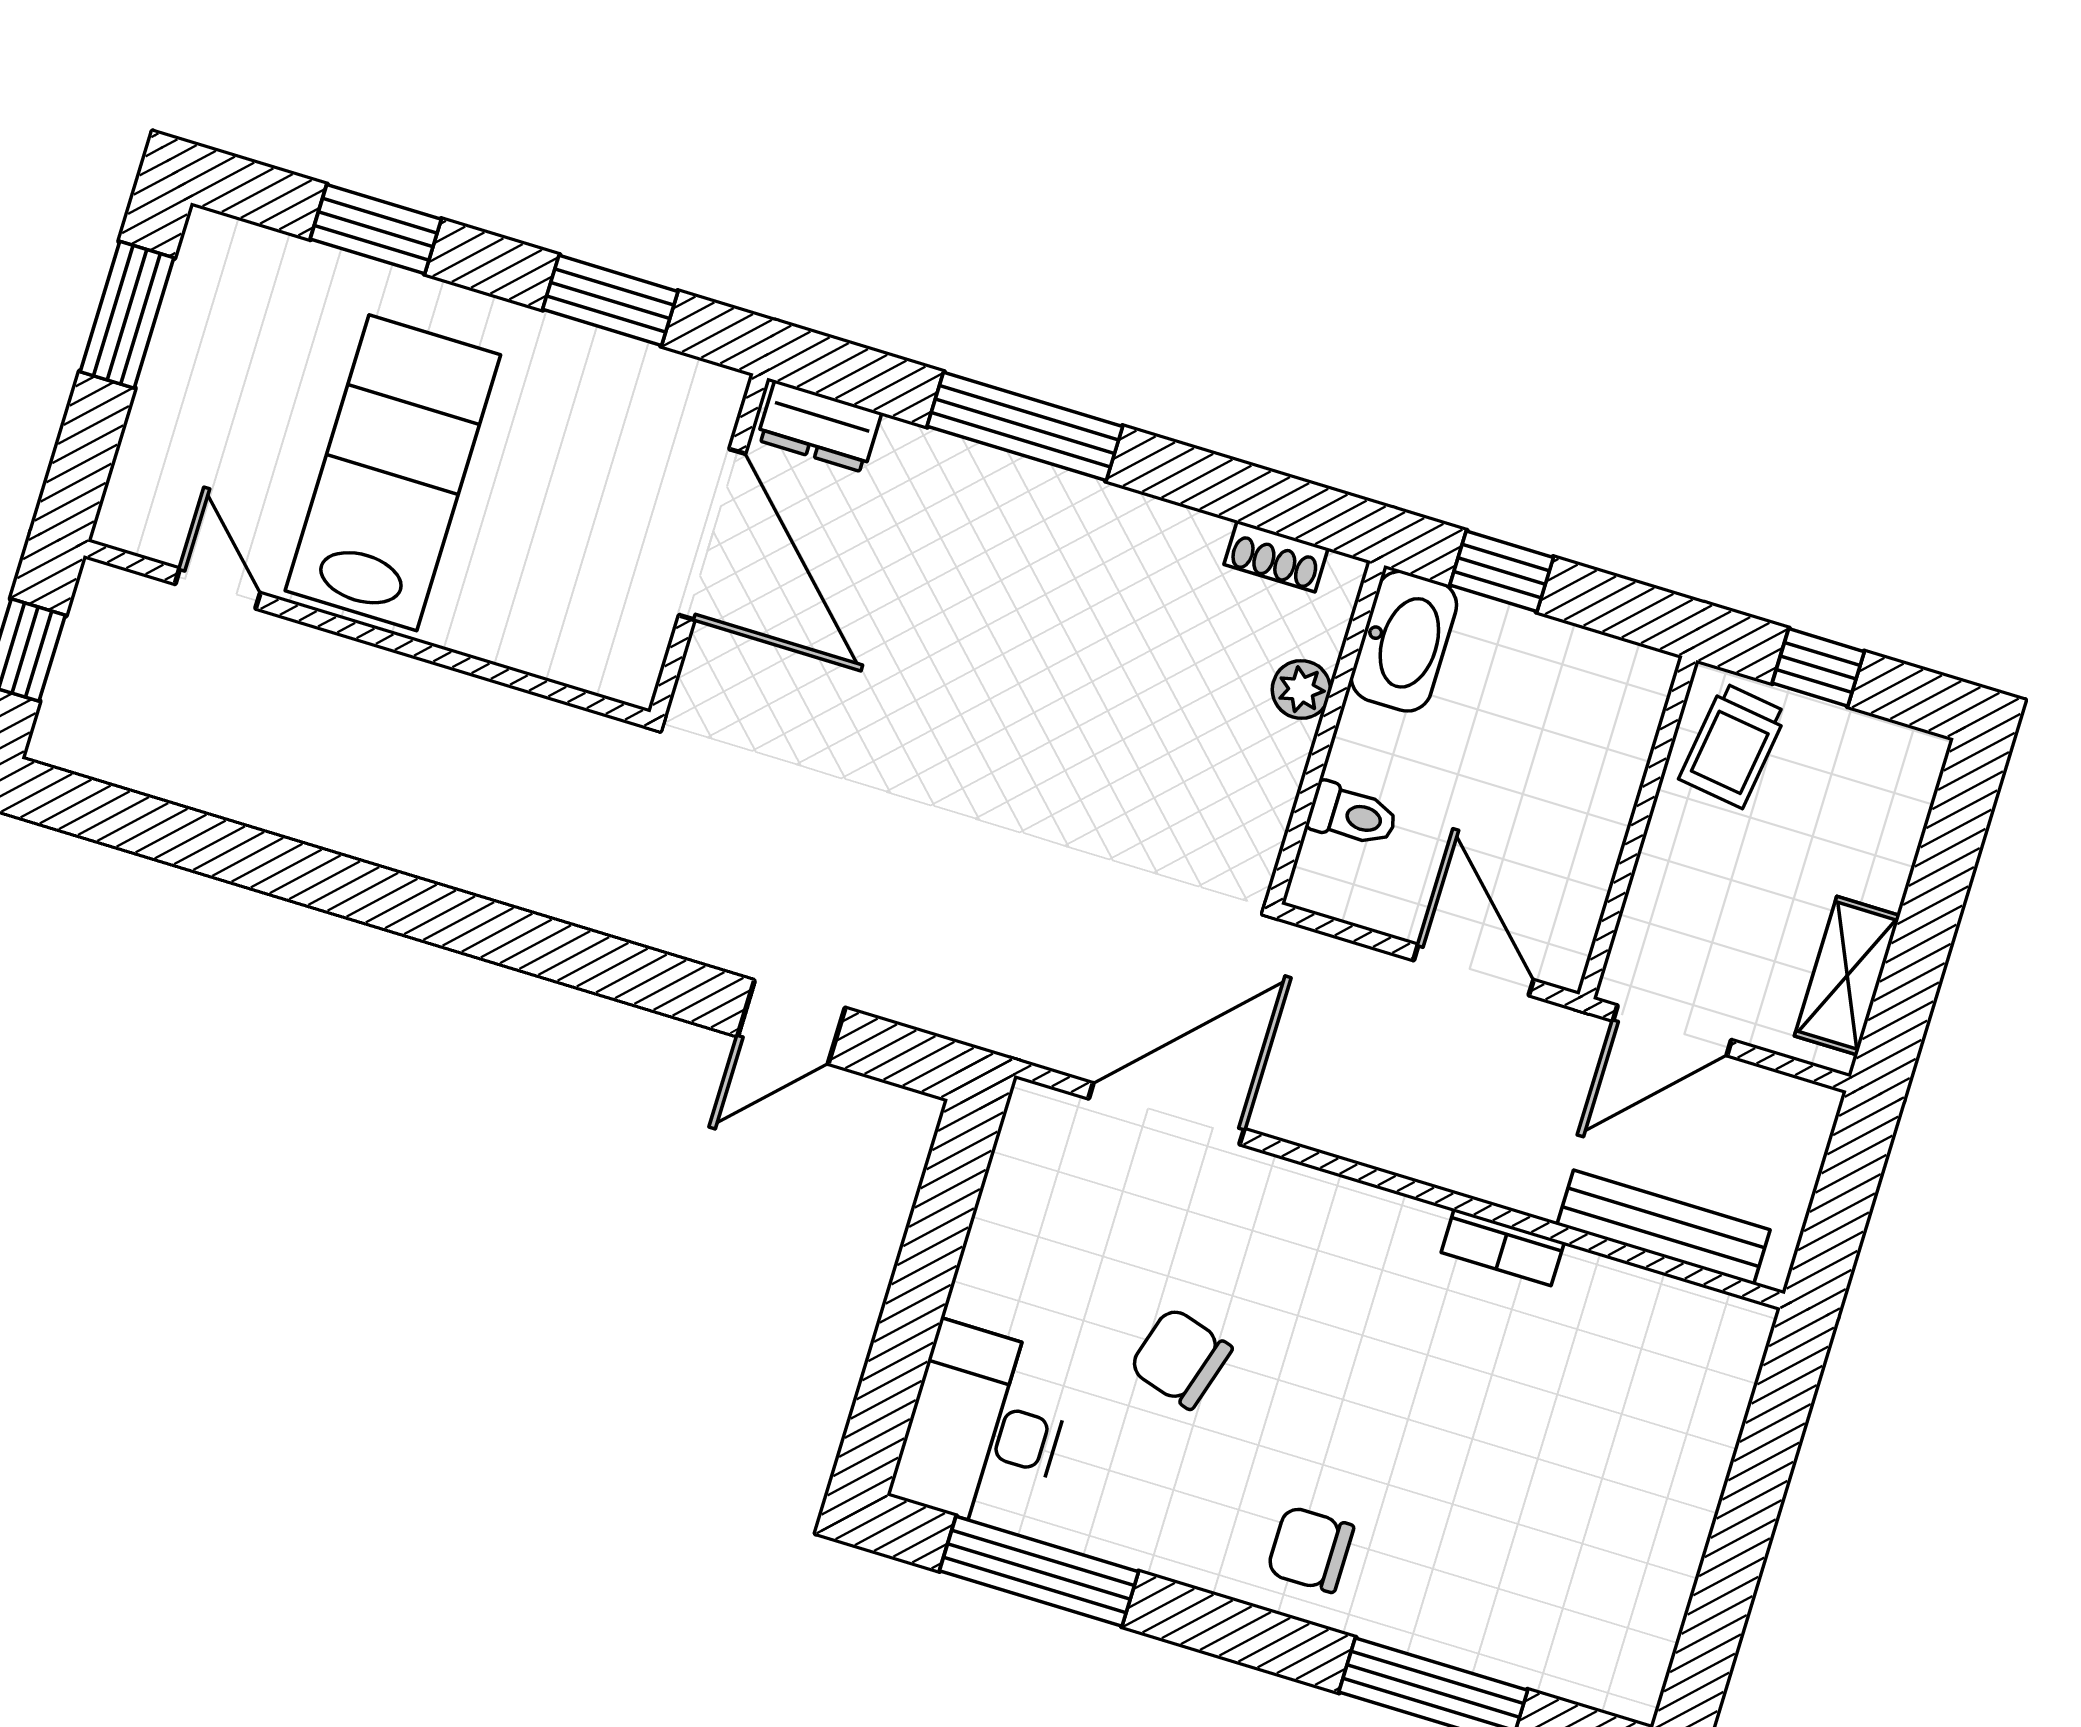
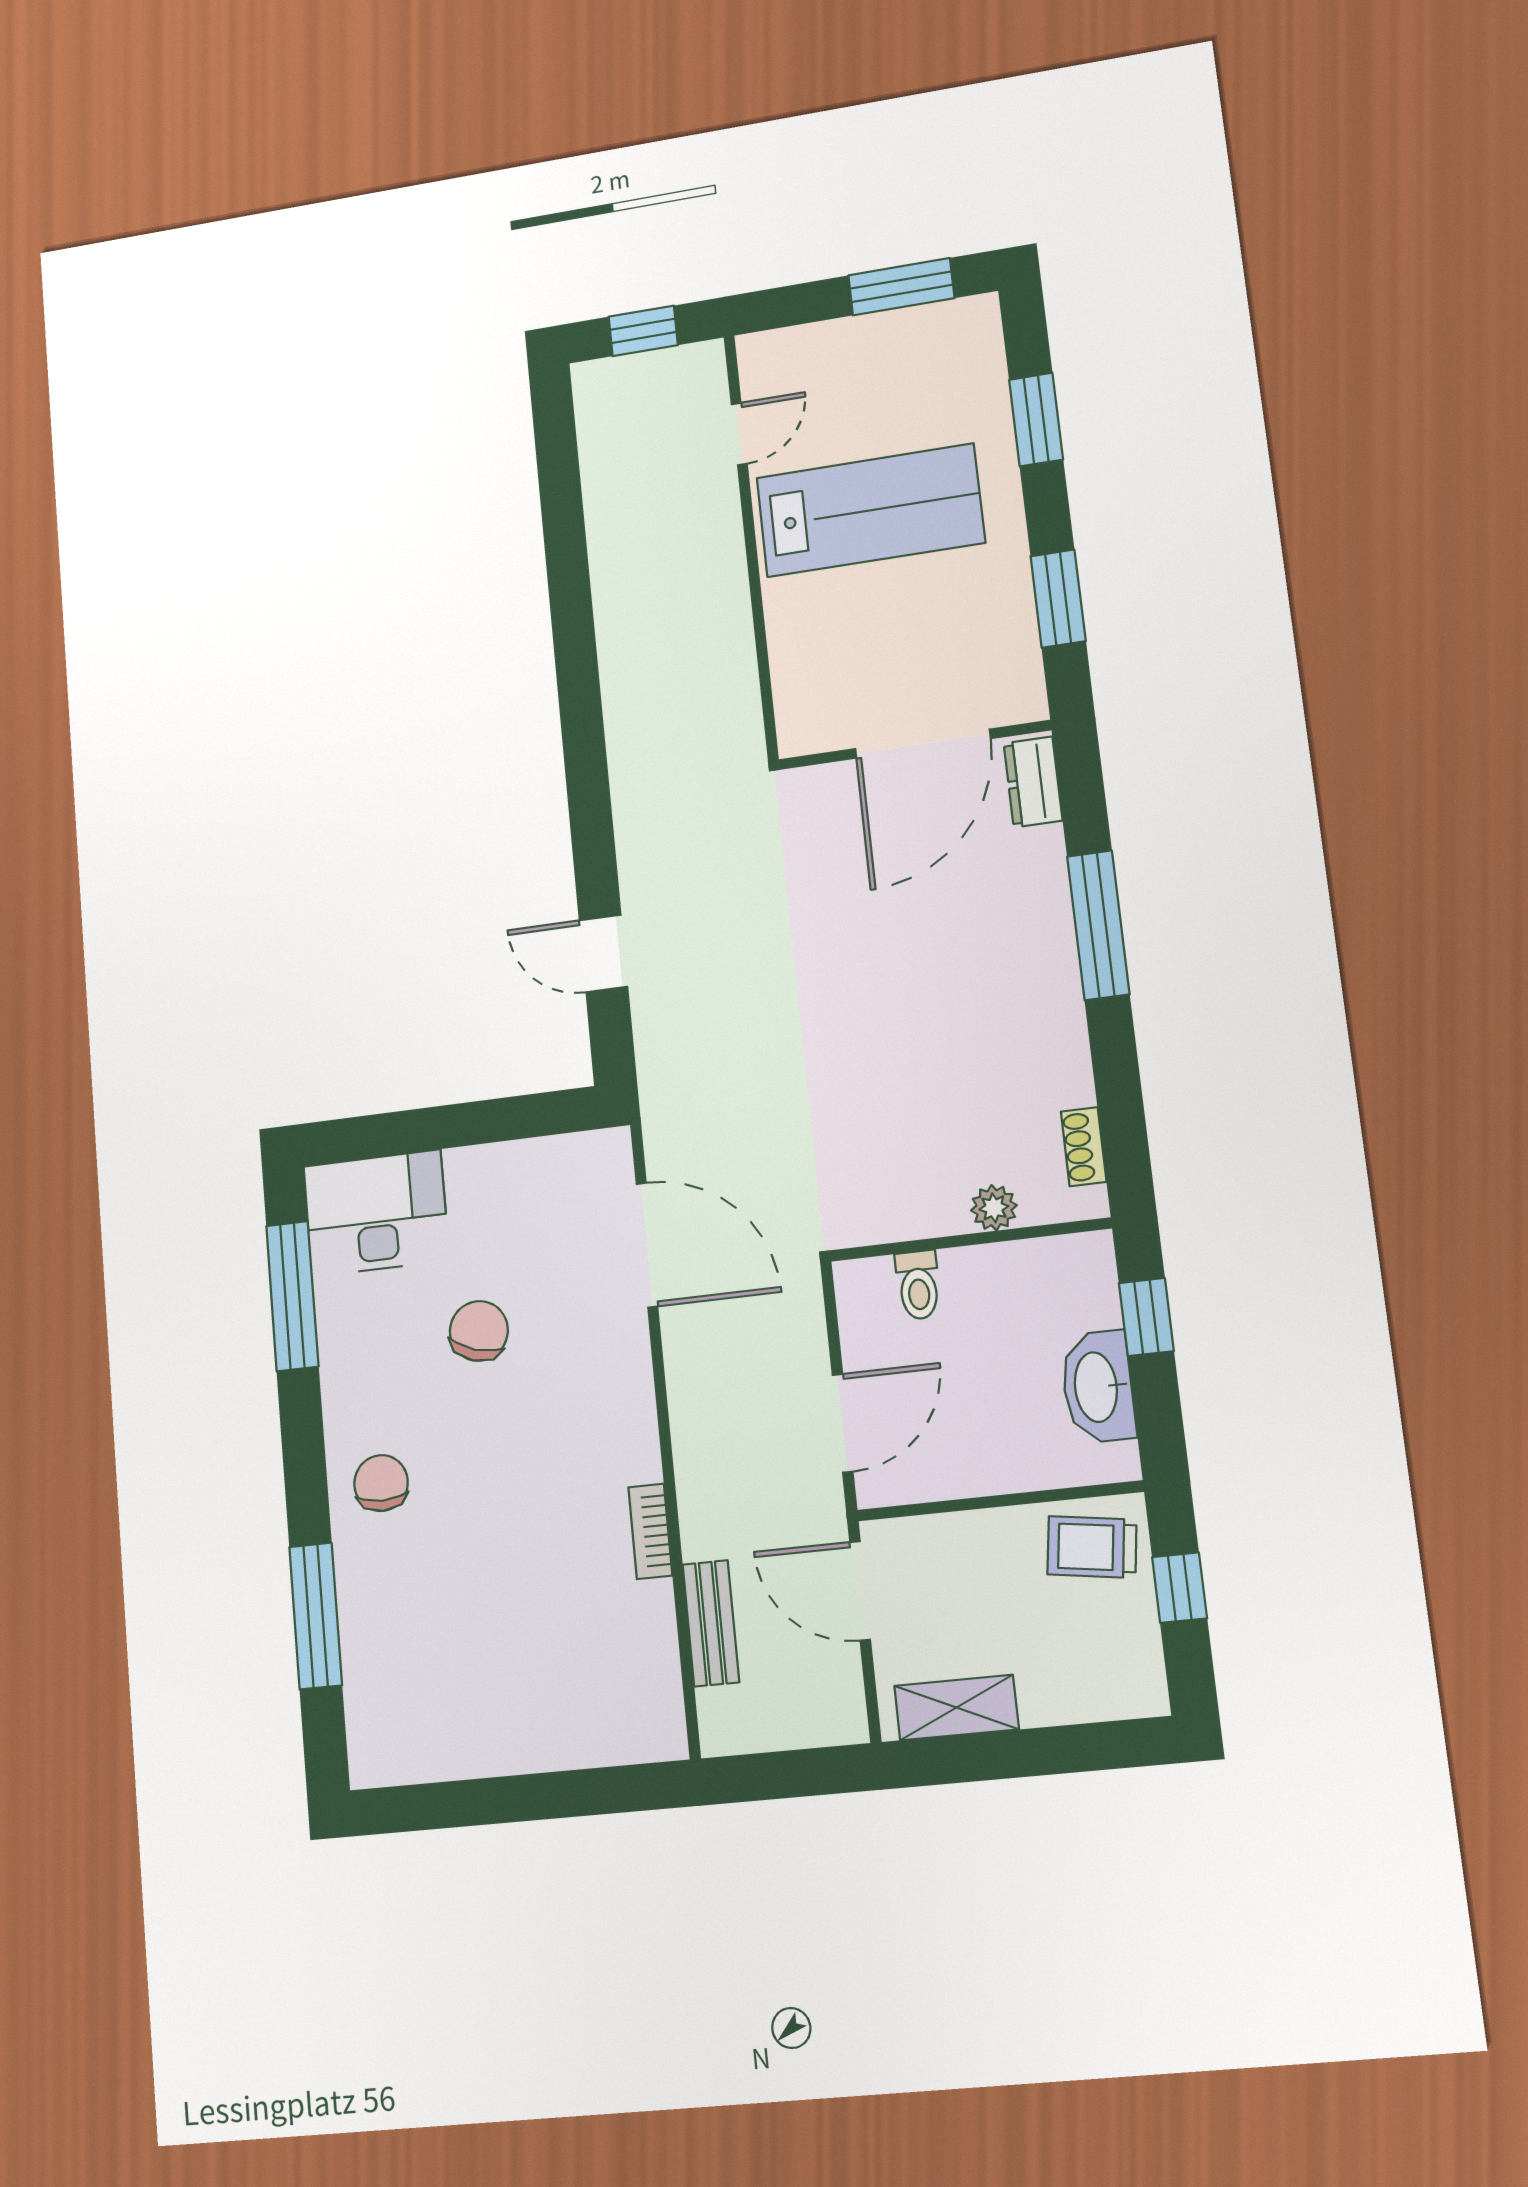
washbasin: (1404, 641) -> (1098, 1387), moved, turned 90
bench: (1663, 1227) -> (711, 1623), width x0.73

